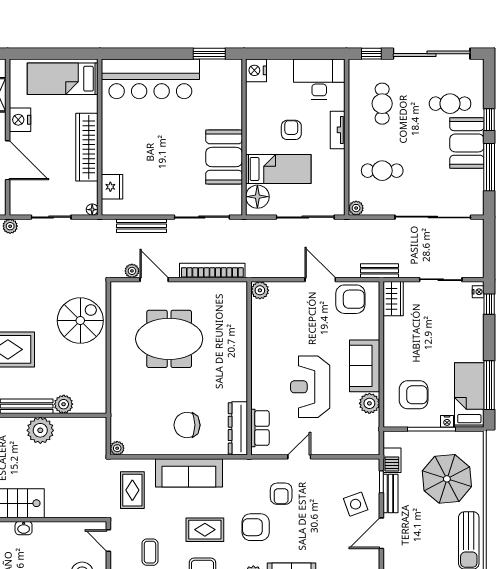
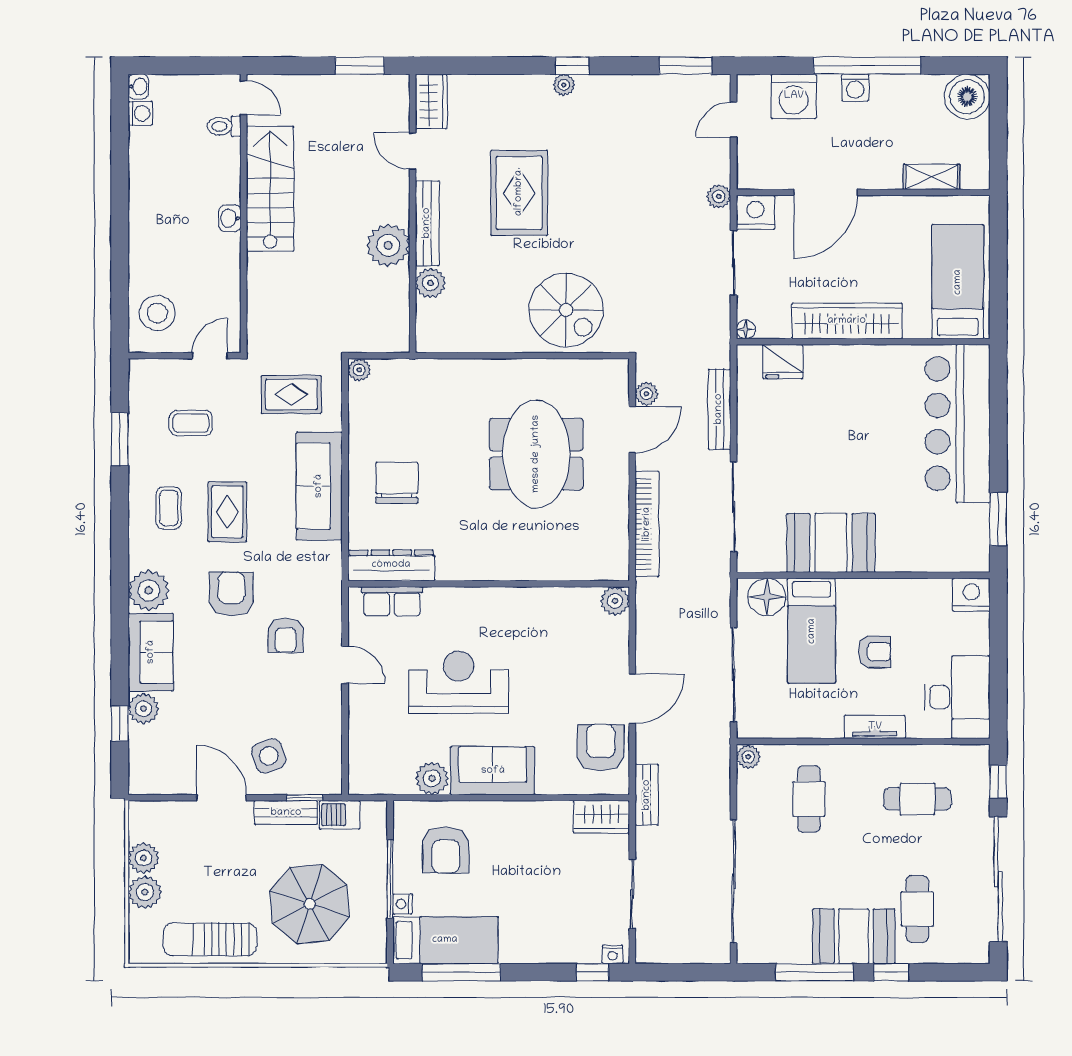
nightstand: (20, 120) -> (756, 212), moved
armchair: (350, 299) -> (601, 748), turned 180
armchair: (281, 494) -> (286, 635), turned -90

